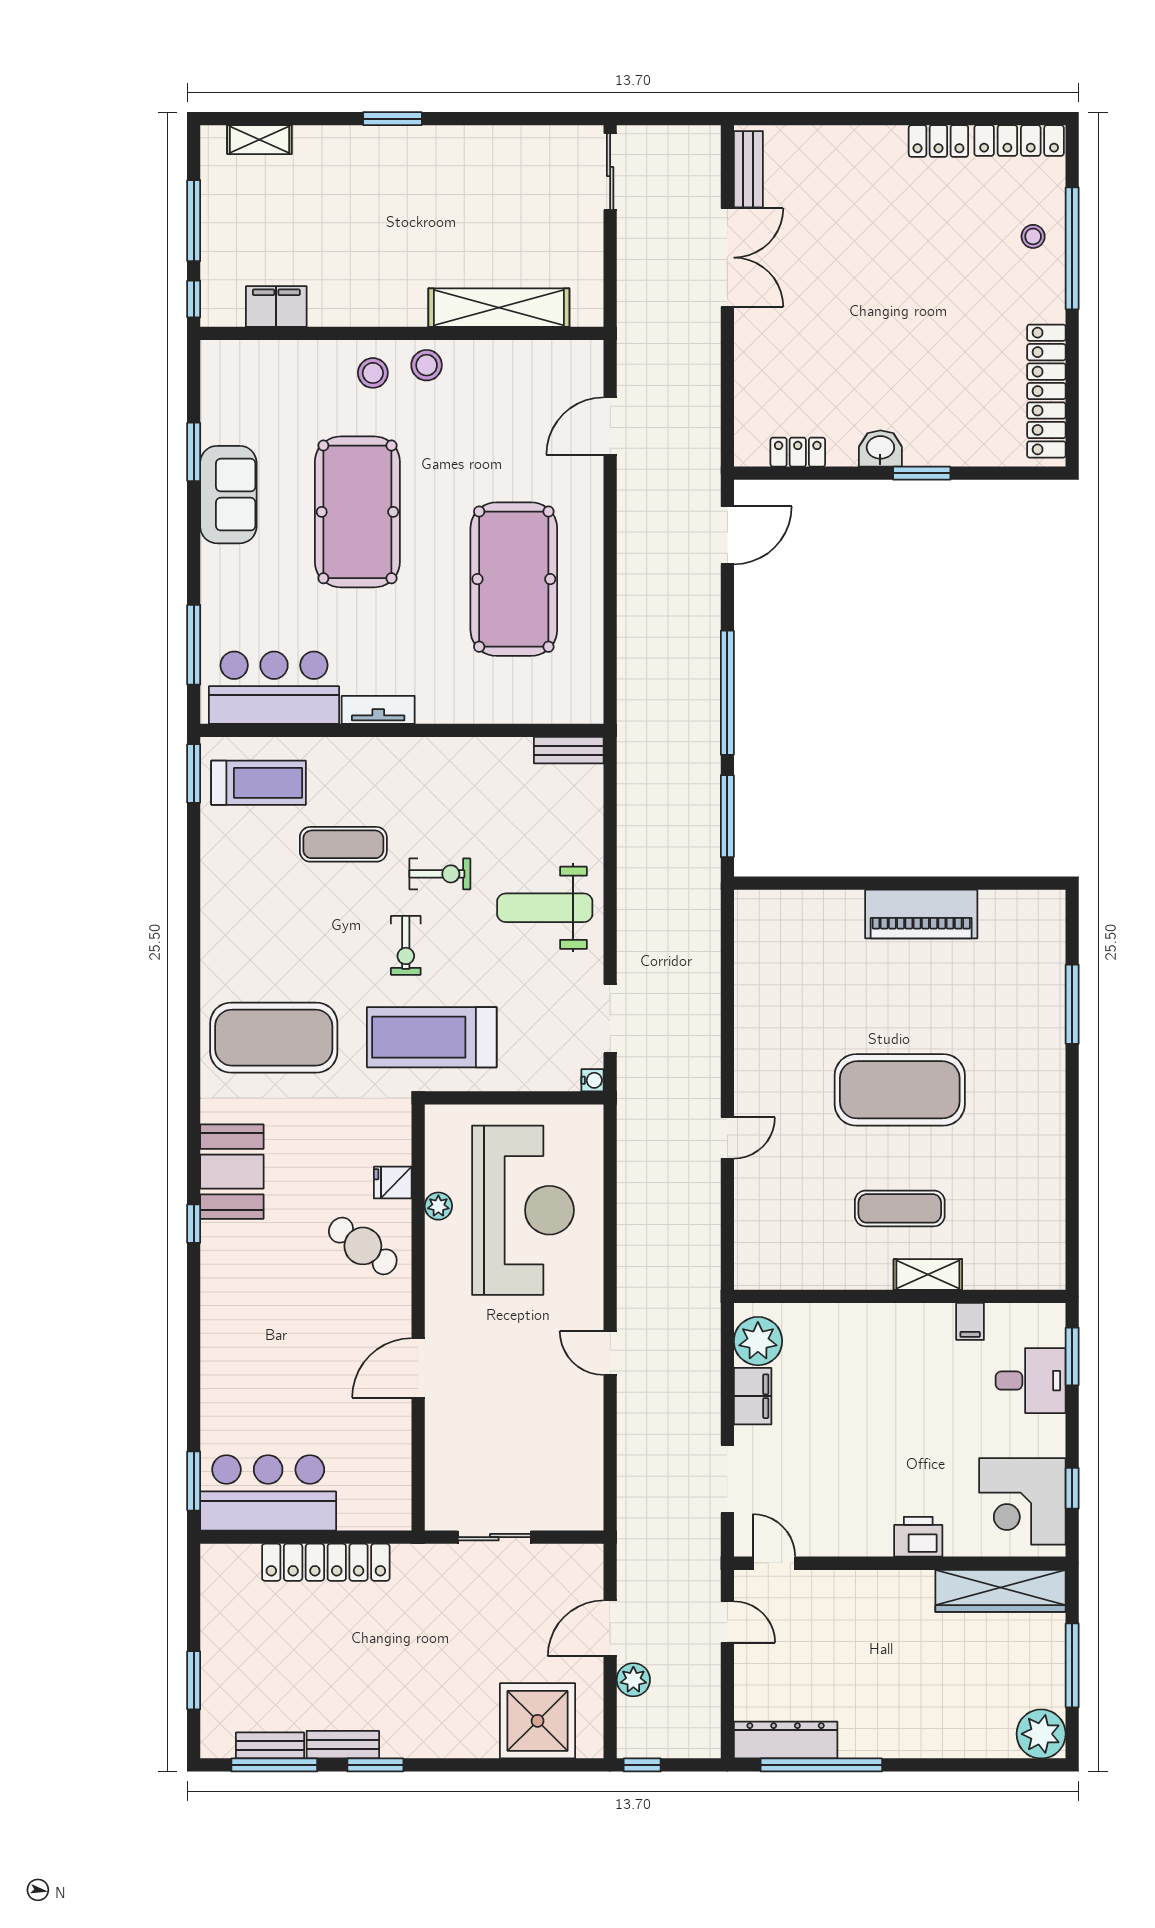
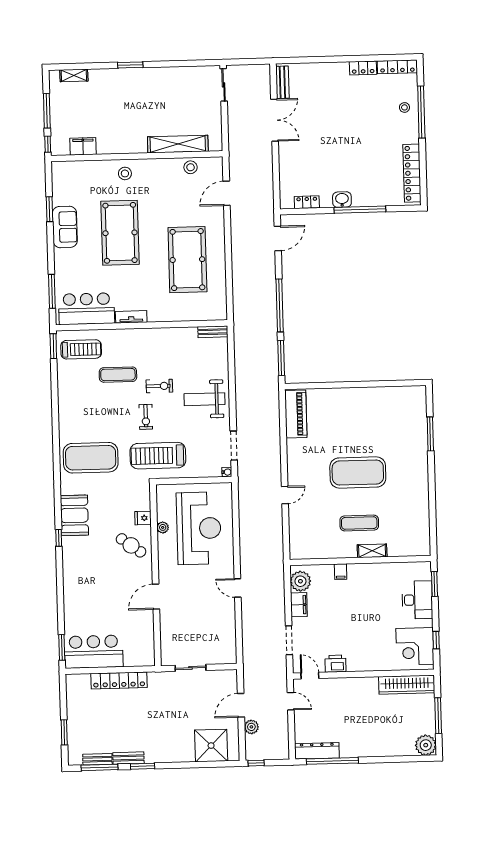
stool: (427, 365) -> (191, 167), moved
window: (922, 473) -> (360, 210), width x2.11
piano: (921, 914) -> (296, 414), moved, turned -90
filing cabinet: (970, 1321) -> (341, 572), moved
desk: (1031, 1381) -> (417, 600), width x1.37
printer: (918, 1537) -> (335, 664), moved

